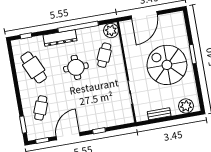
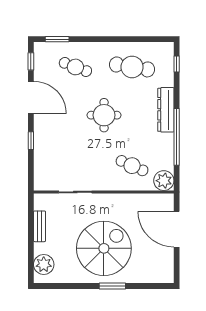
cafe table: (34, 67) -> (132, 67), turned 33
round table: (76, 67) -> (104, 115), moved

